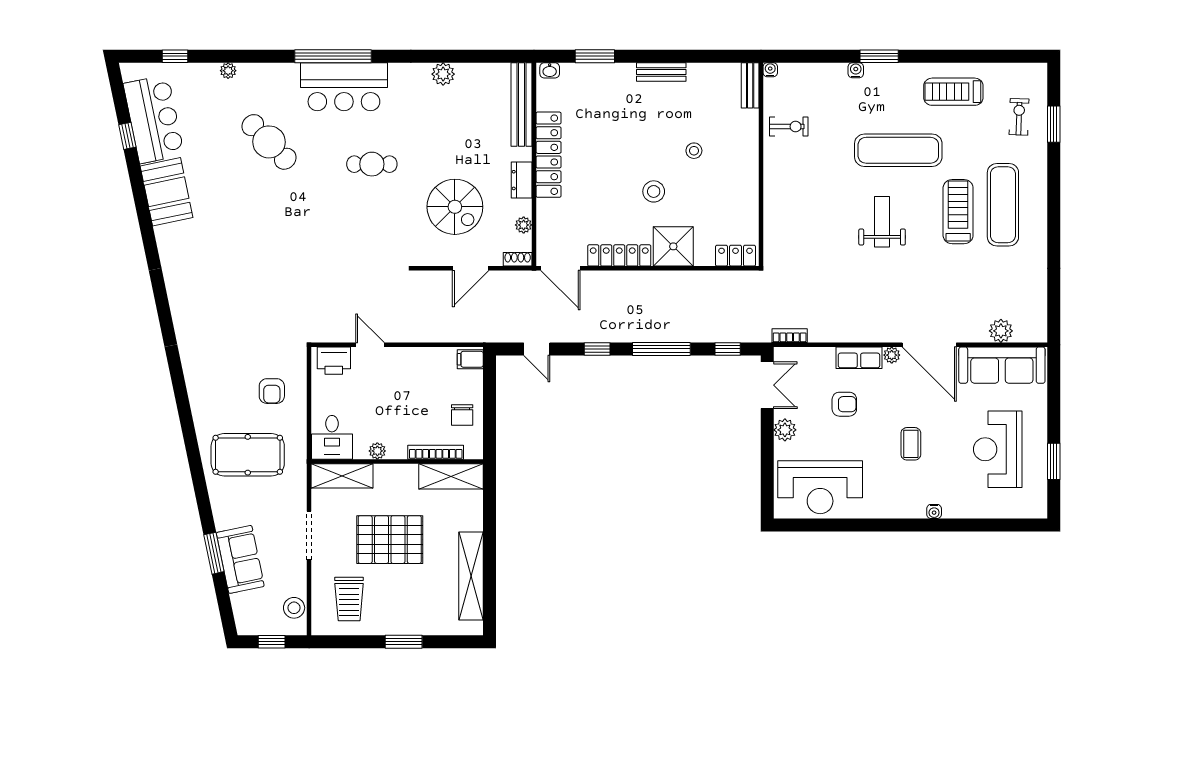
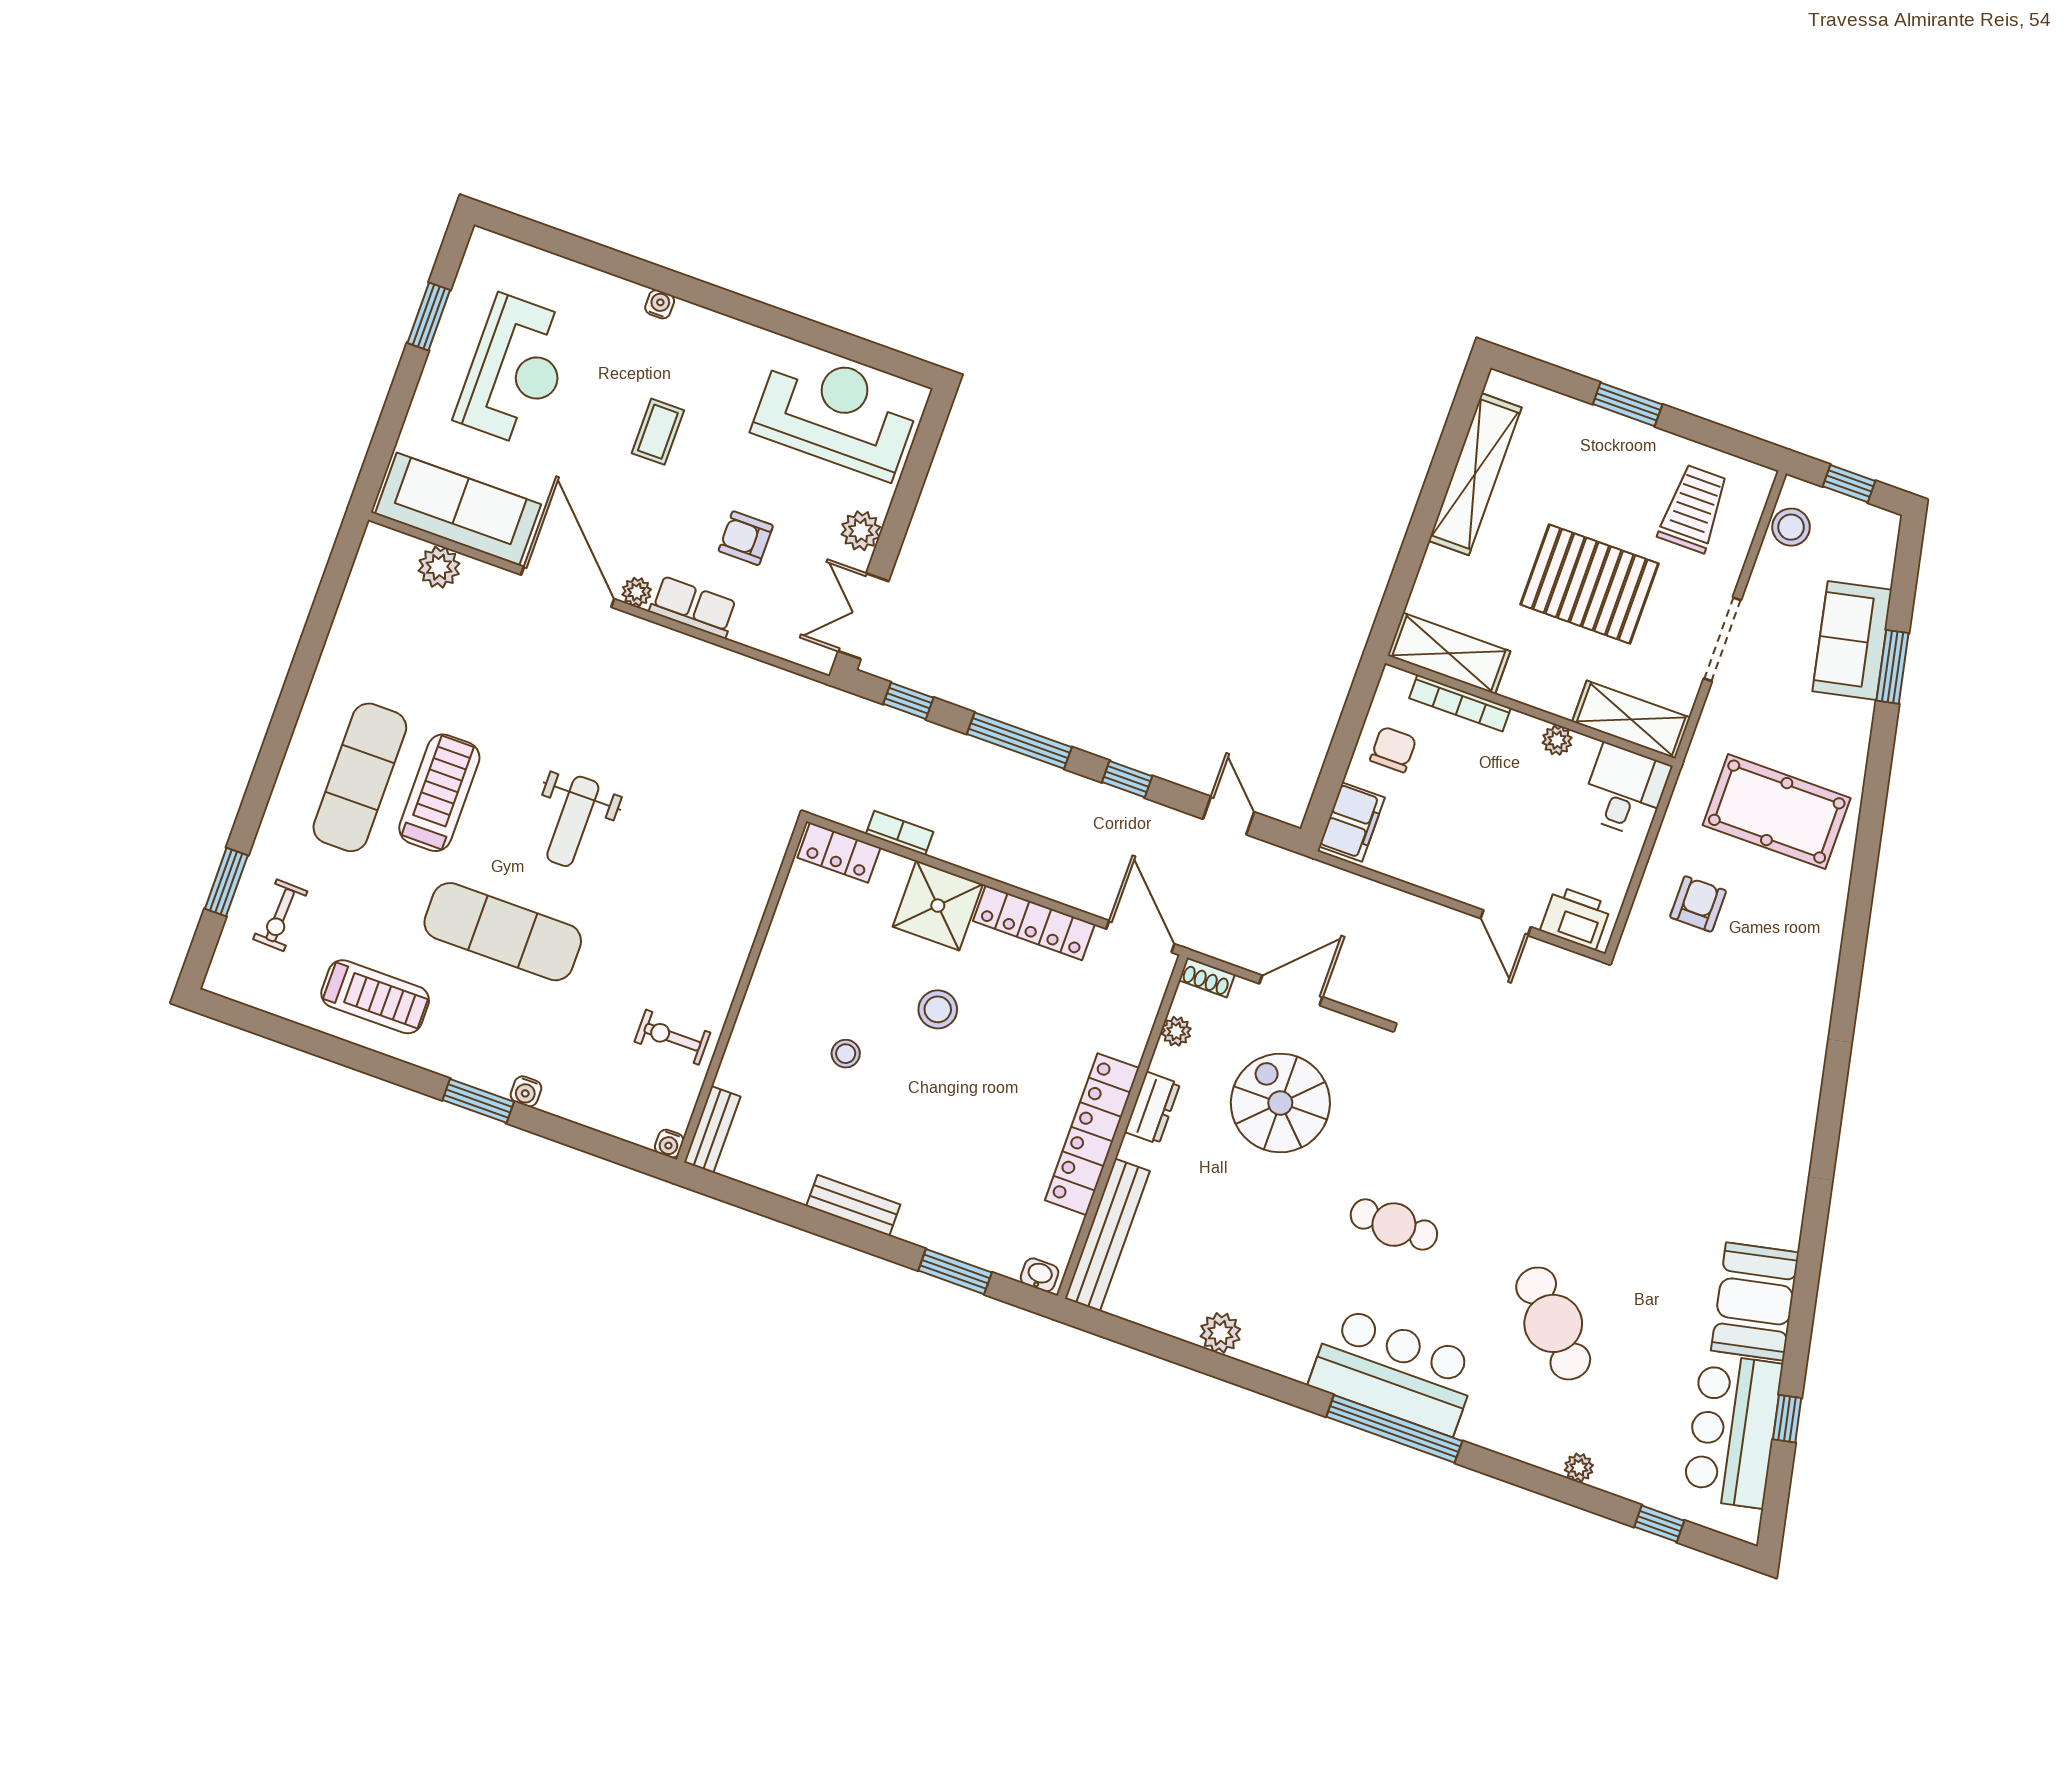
treadmill: (958, 212) -> (439, 793), turned 180
bookcase: (790, 336) -> (900, 833), moved, turned 180
filing cabinet: (470, 359) -> (1352, 822), width x2.00

